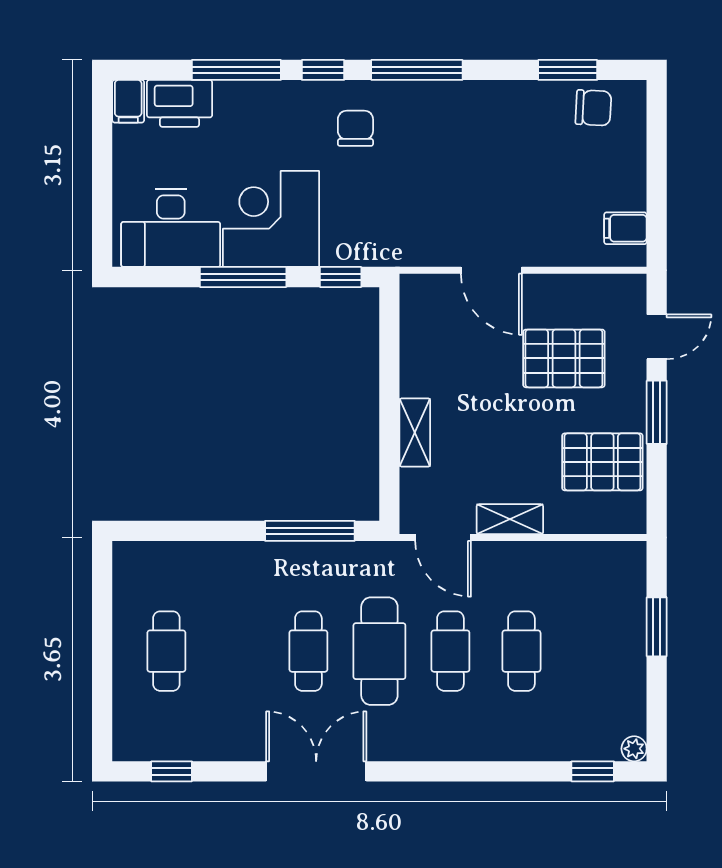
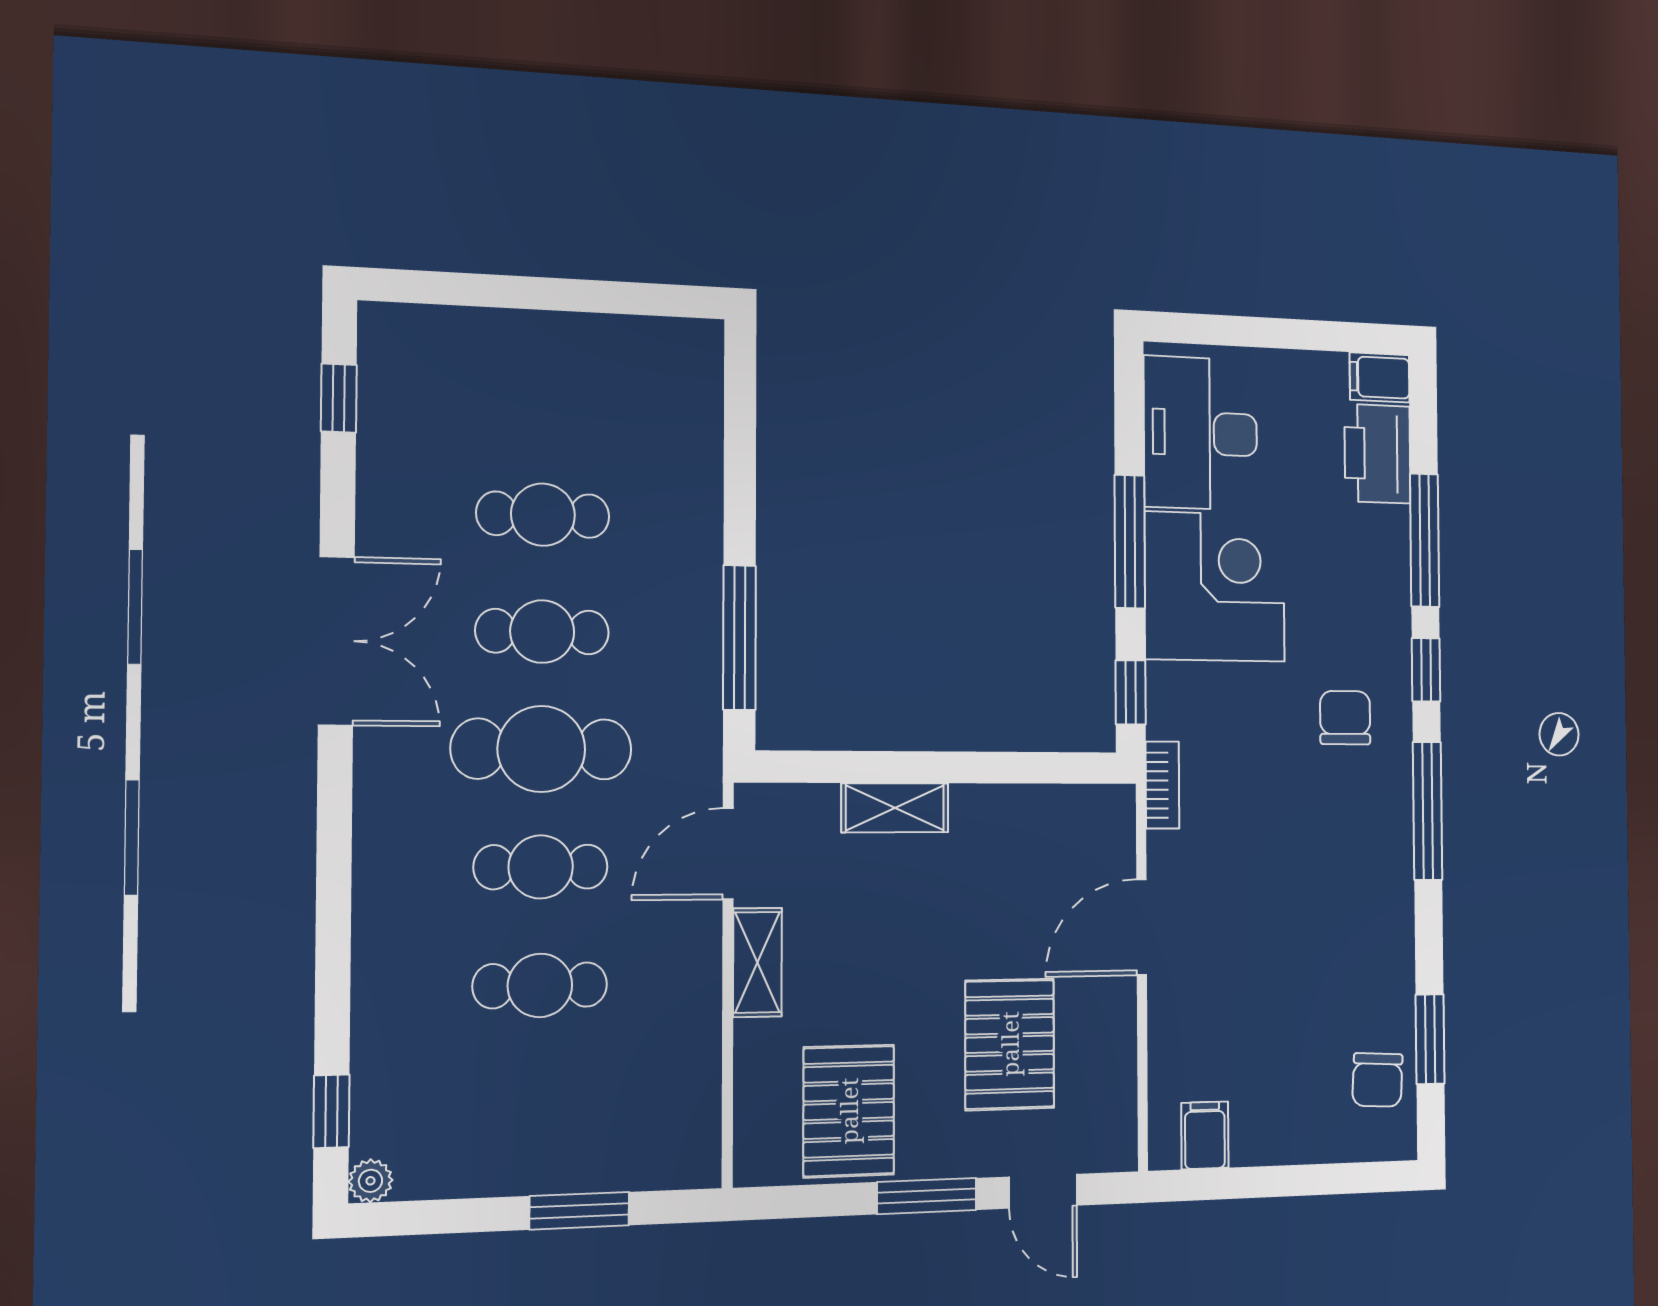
chair: (355, 128) -> (1345, 718), turned -90
bookcase: (400, 256) -> (1162, 785), added
cafe table: (166, 651) -> (543, 515), moved

